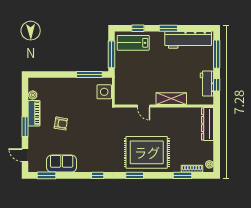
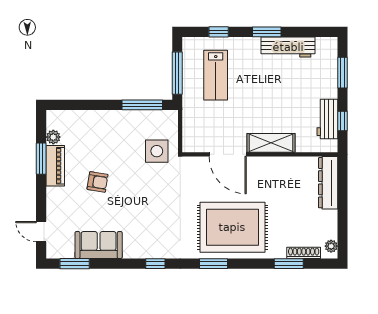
workbench: (188, 40) -> (288, 47), width x0.73, depth x0.76
lab bench: (133, 43) -> (216, 75), moved, turned -90
window: (217, 54) -> (342, 73), width x0.69
side table: (104, 92) -> (157, 151), moved
door: (144, 106) -> (228, 154), width x1.88
window: (25, 127) -> (41, 159), moved

